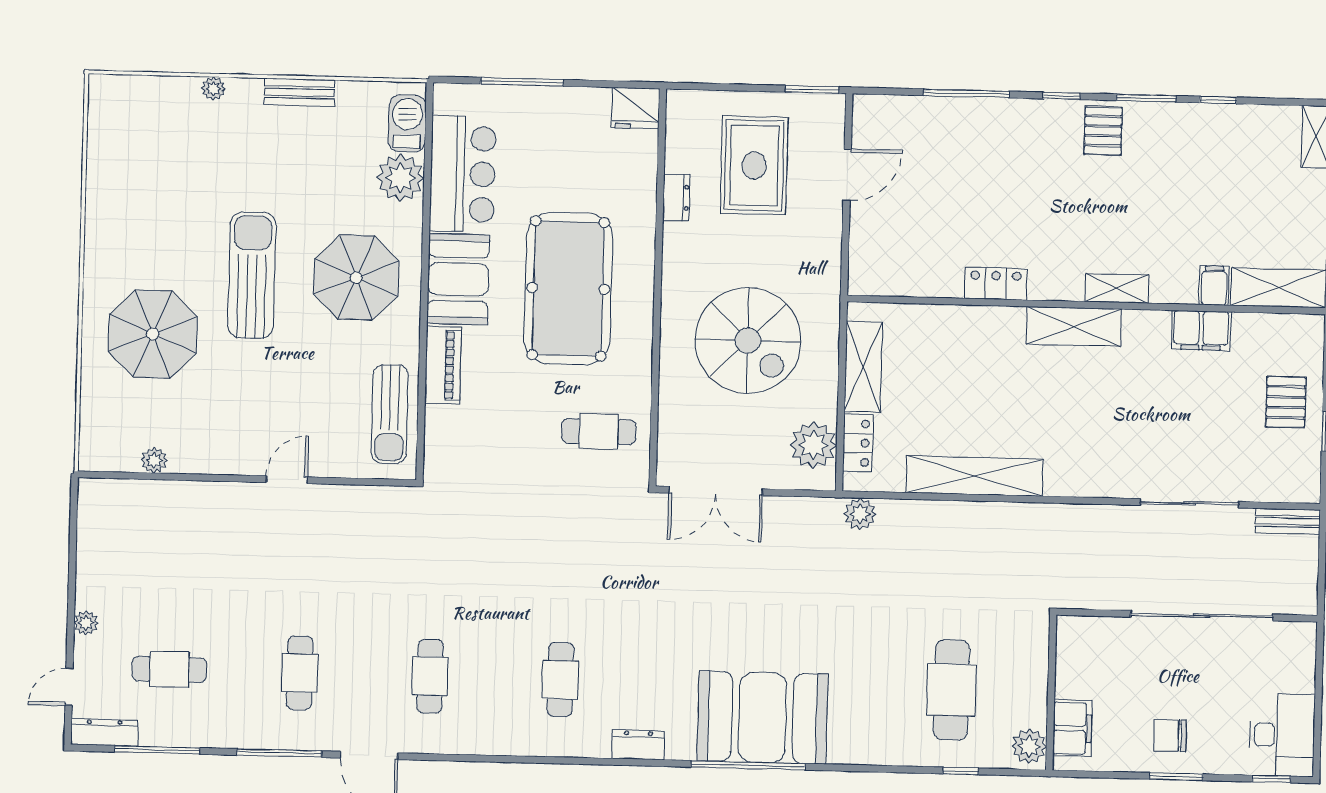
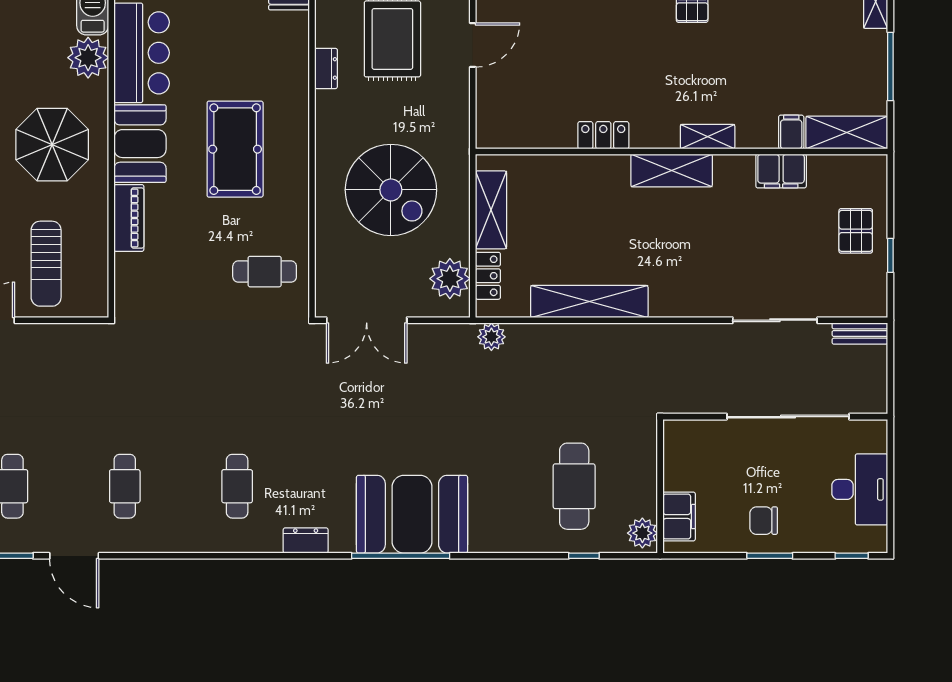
pool table: (568, 288) -> (235, 149), width x0.73, depth x0.76
sun lounger: (390, 414) -> (46, 264), moved
desk: (1282, 735) -> (860, 489), moved

